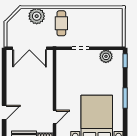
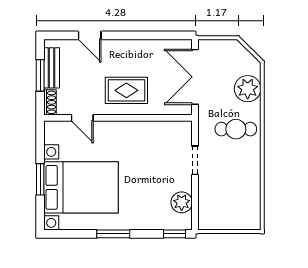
rug: (38, 90) -> (126, 90), added

